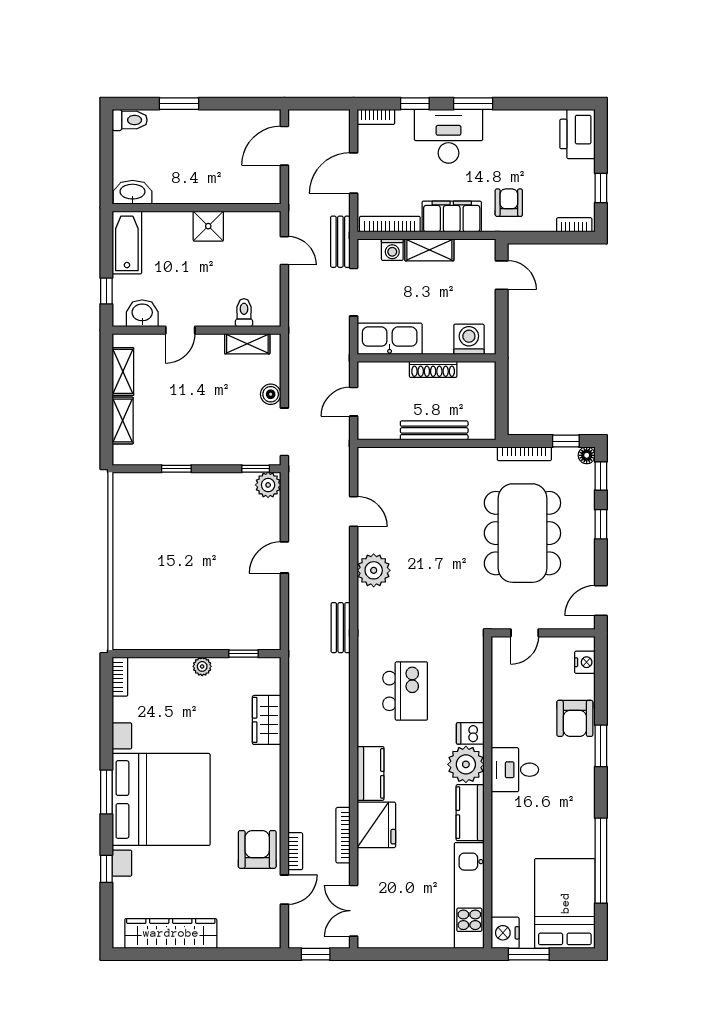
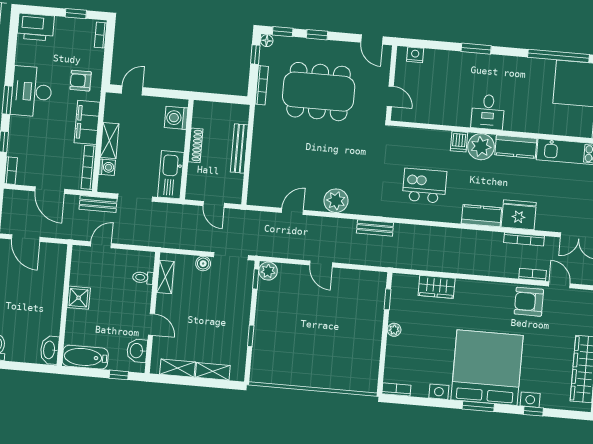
desk: (448, 136) -> (32, 92), moved
armchair: (575, 718) -> (455, 66), removed

